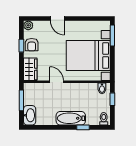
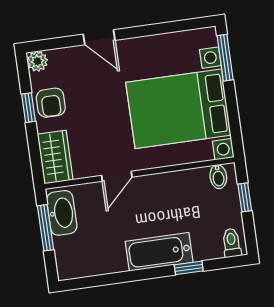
door: (57, 82) -> (117, 176), swing flipped
washbasin: (30, 115) -> (62, 213), moved

